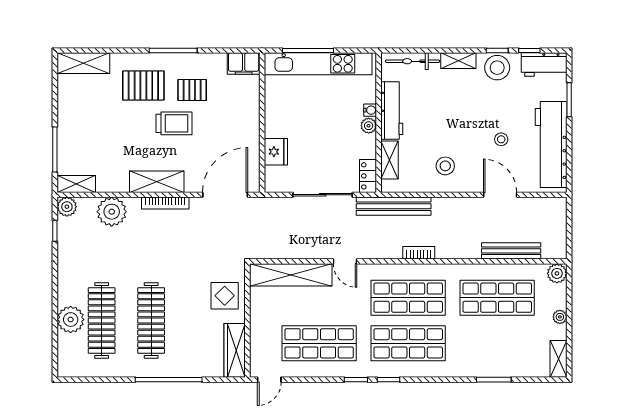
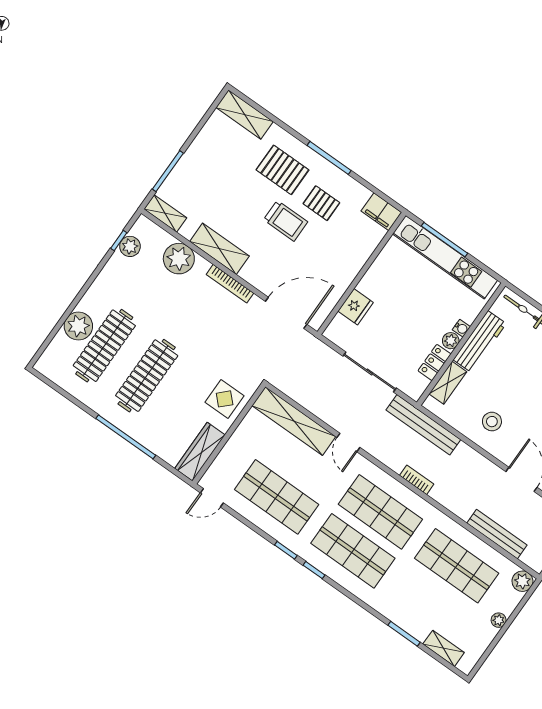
locker: (368, 176) -> (435, 362), moved
shelving: (157, 182) -> (219, 249), moved
plant: (67, 207) -> (130, 246), moved
shelving: (559, 359) -> (444, 648), moved, turned 90

